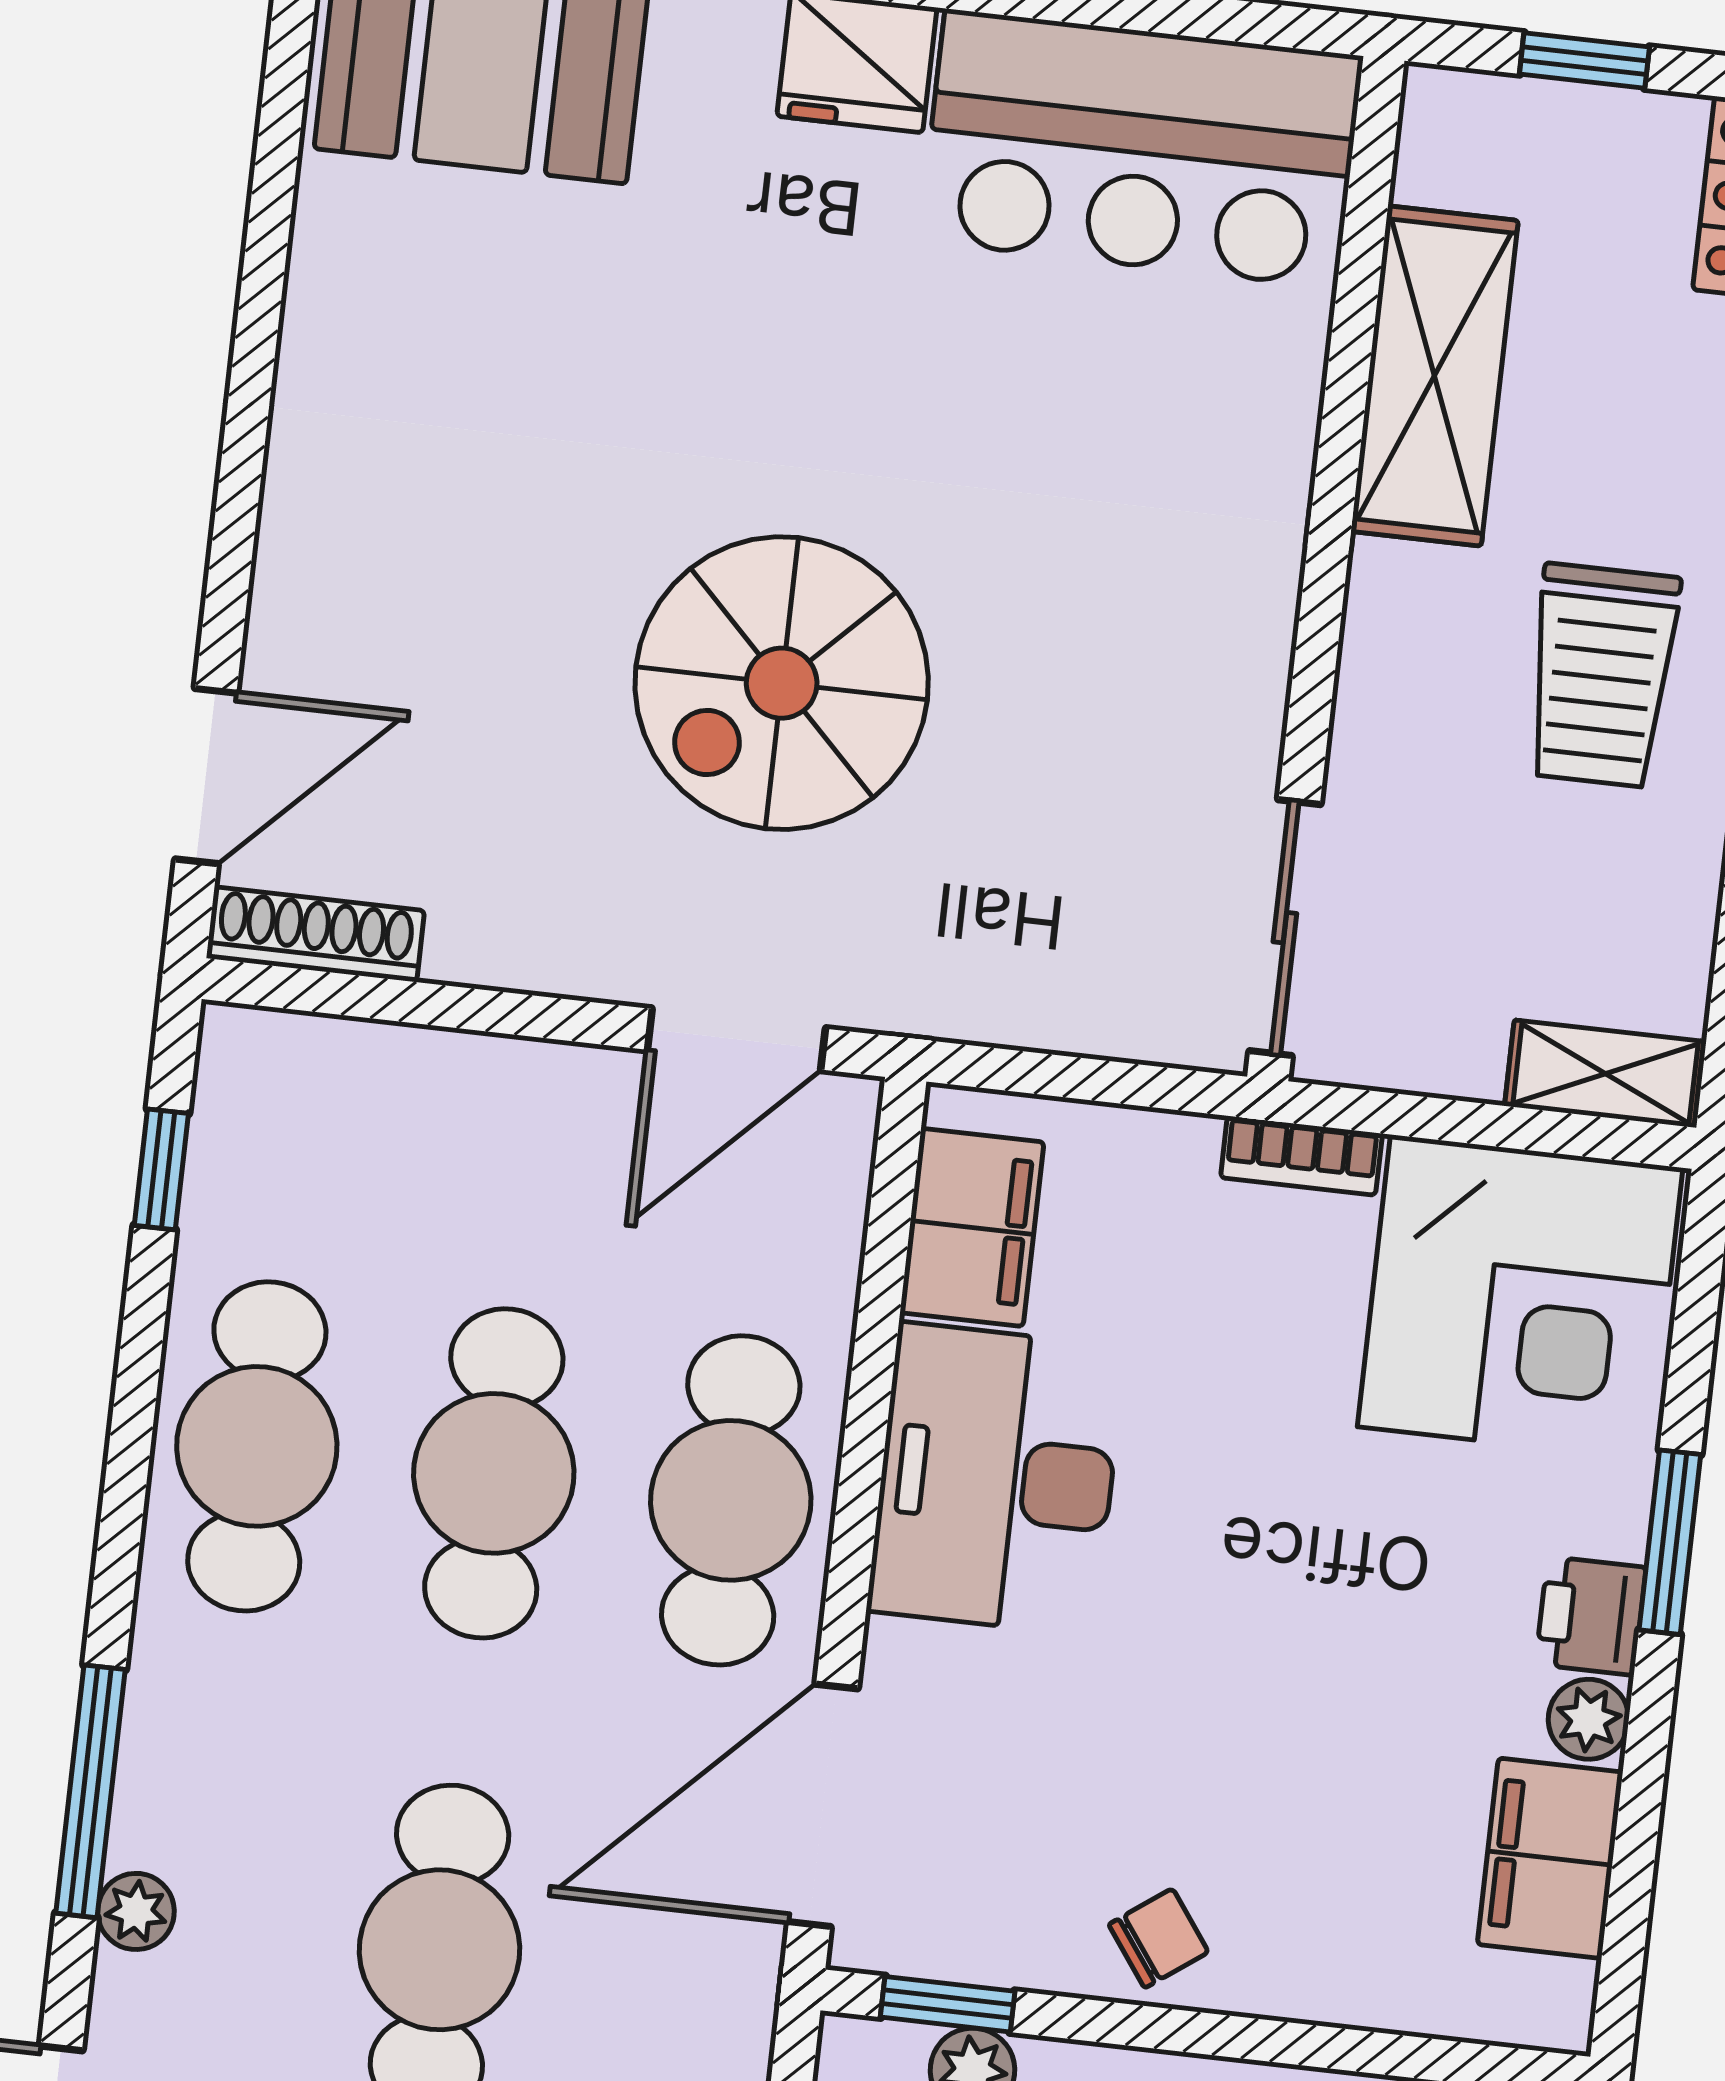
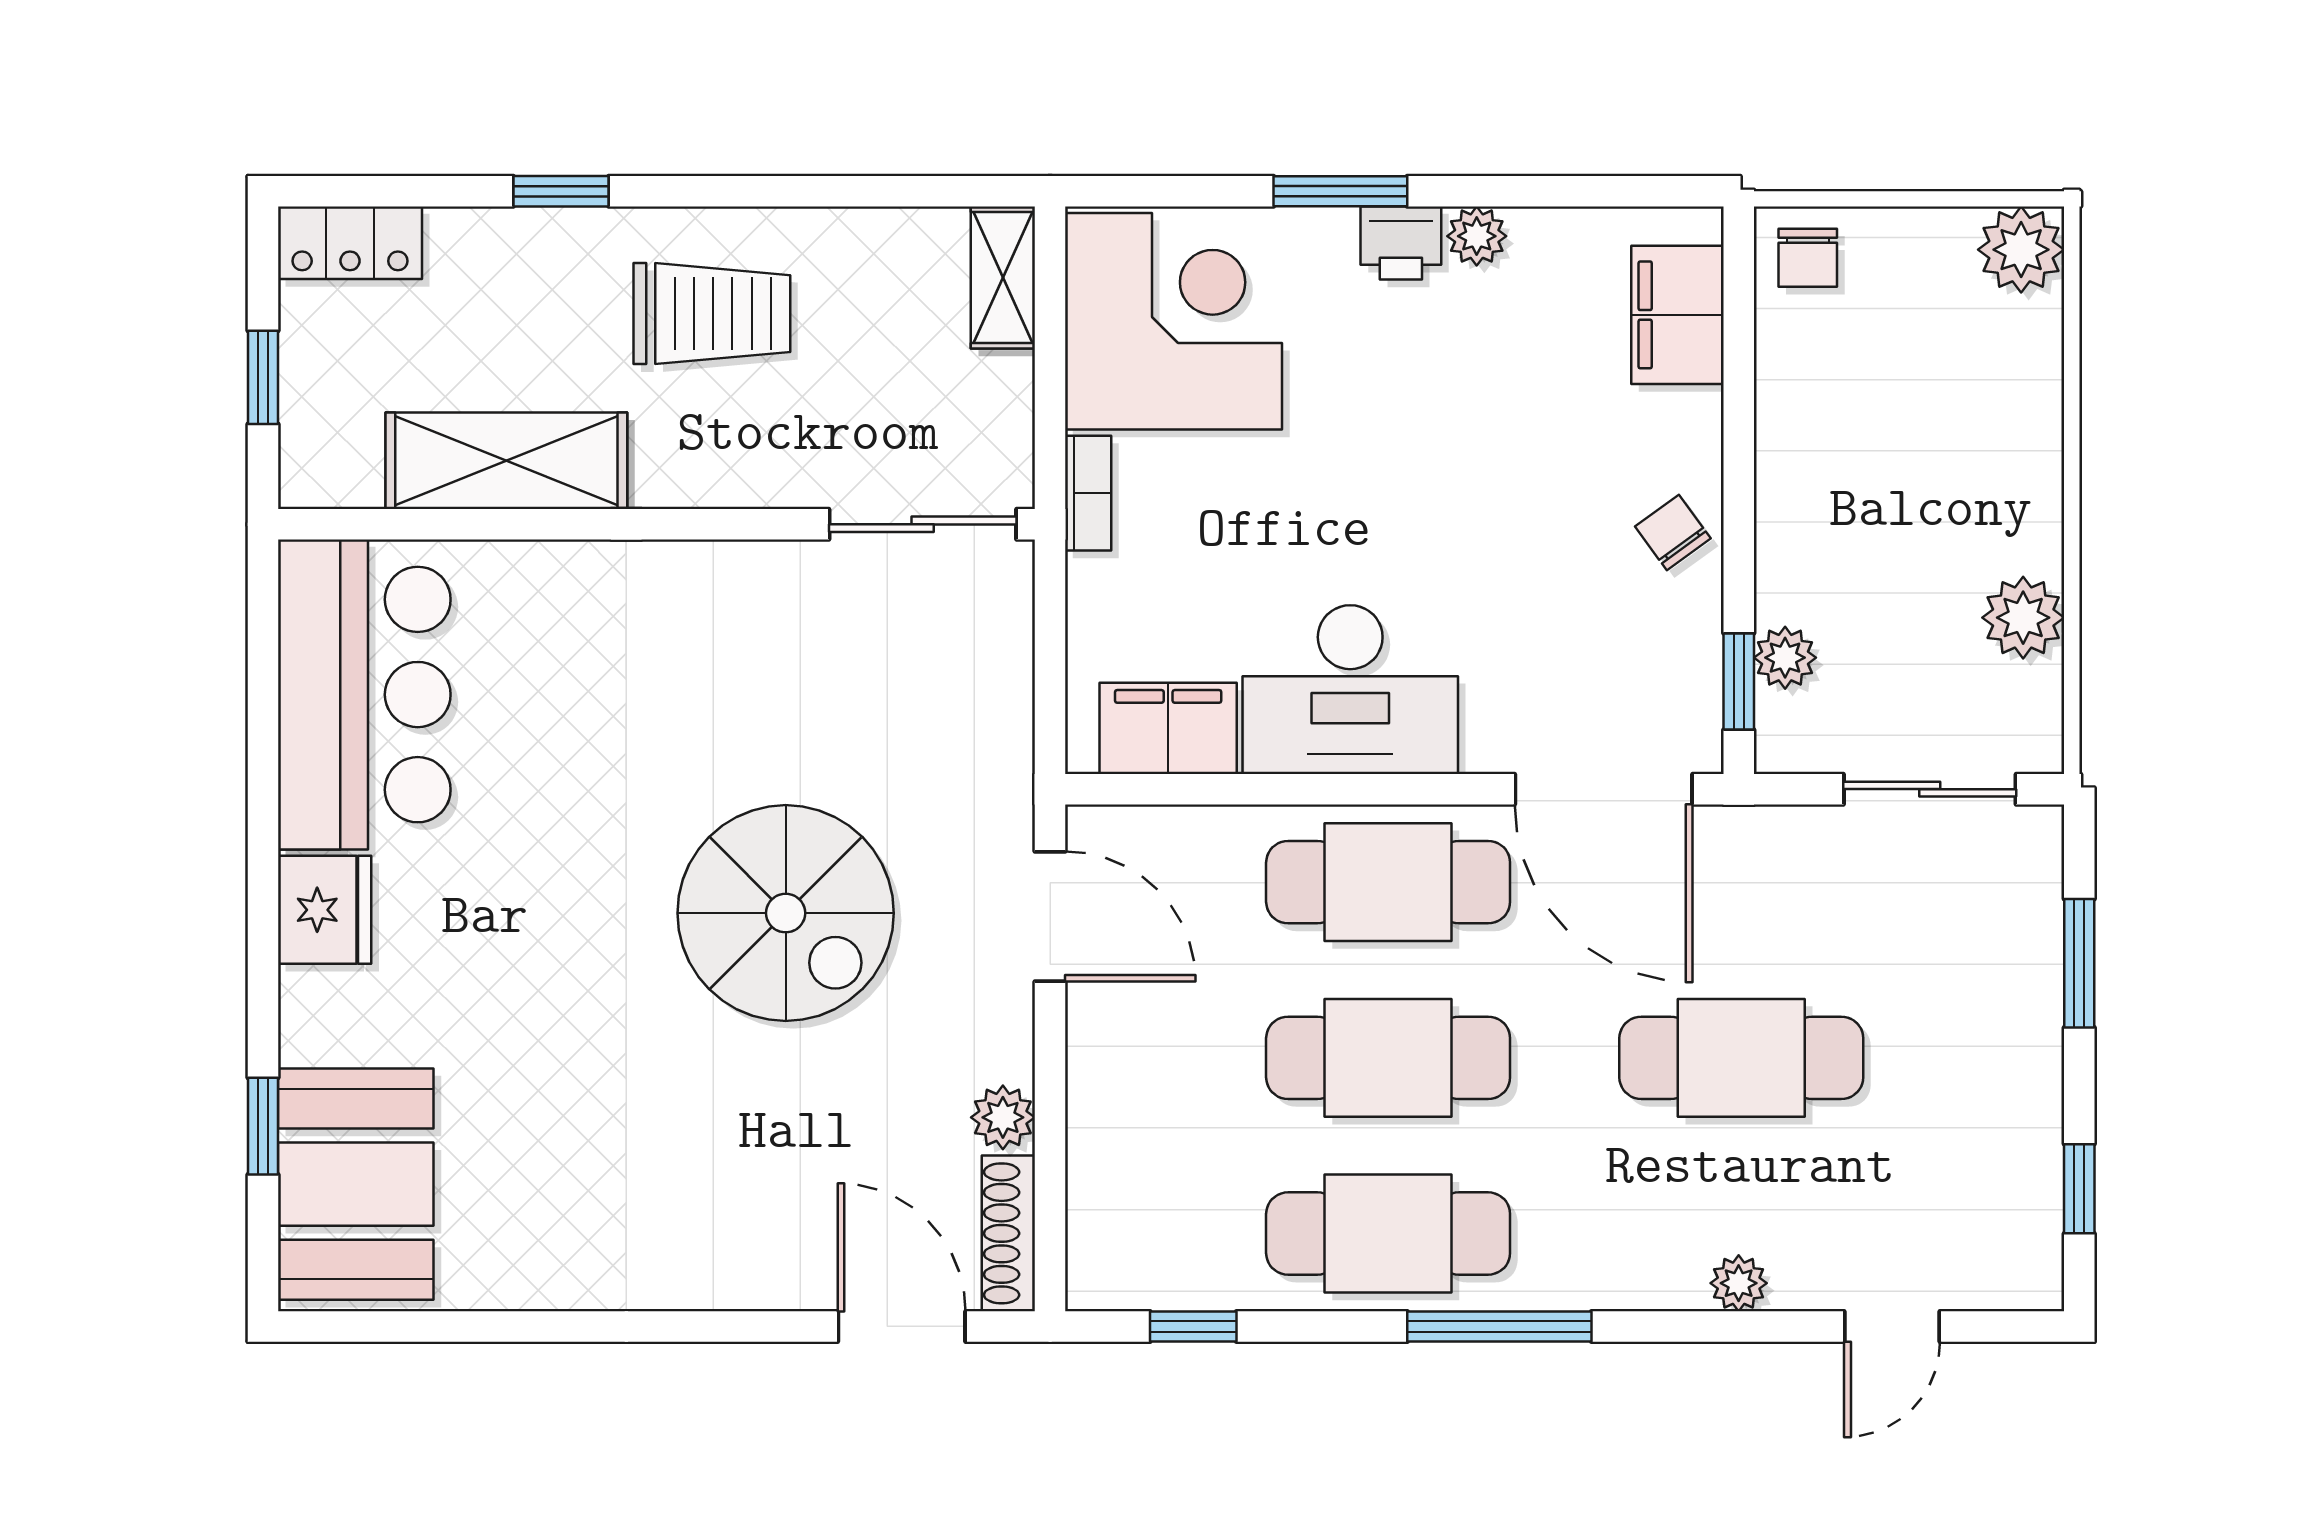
plant: (473, 945) -> (1003, 1117), added
window: (90, 1791) -> (1499, 1326), moved
filing cabinet: (1550, 1858) -> (1677, 315), moved, turned 90

